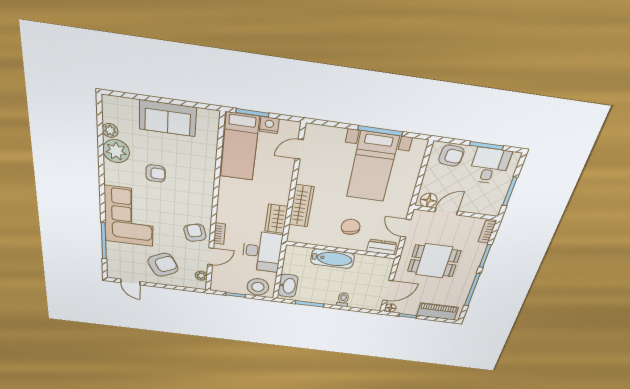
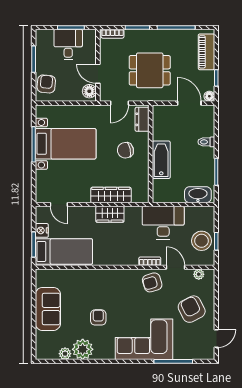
desk: (490, 166) -> (68, 44), moved, turned 90
wardrobe: (276, 219) -> (110, 214), moved
dining table: (434, 261) -> (150, 70), turned 90
stool: (258, 287) -> (202, 241), moved

